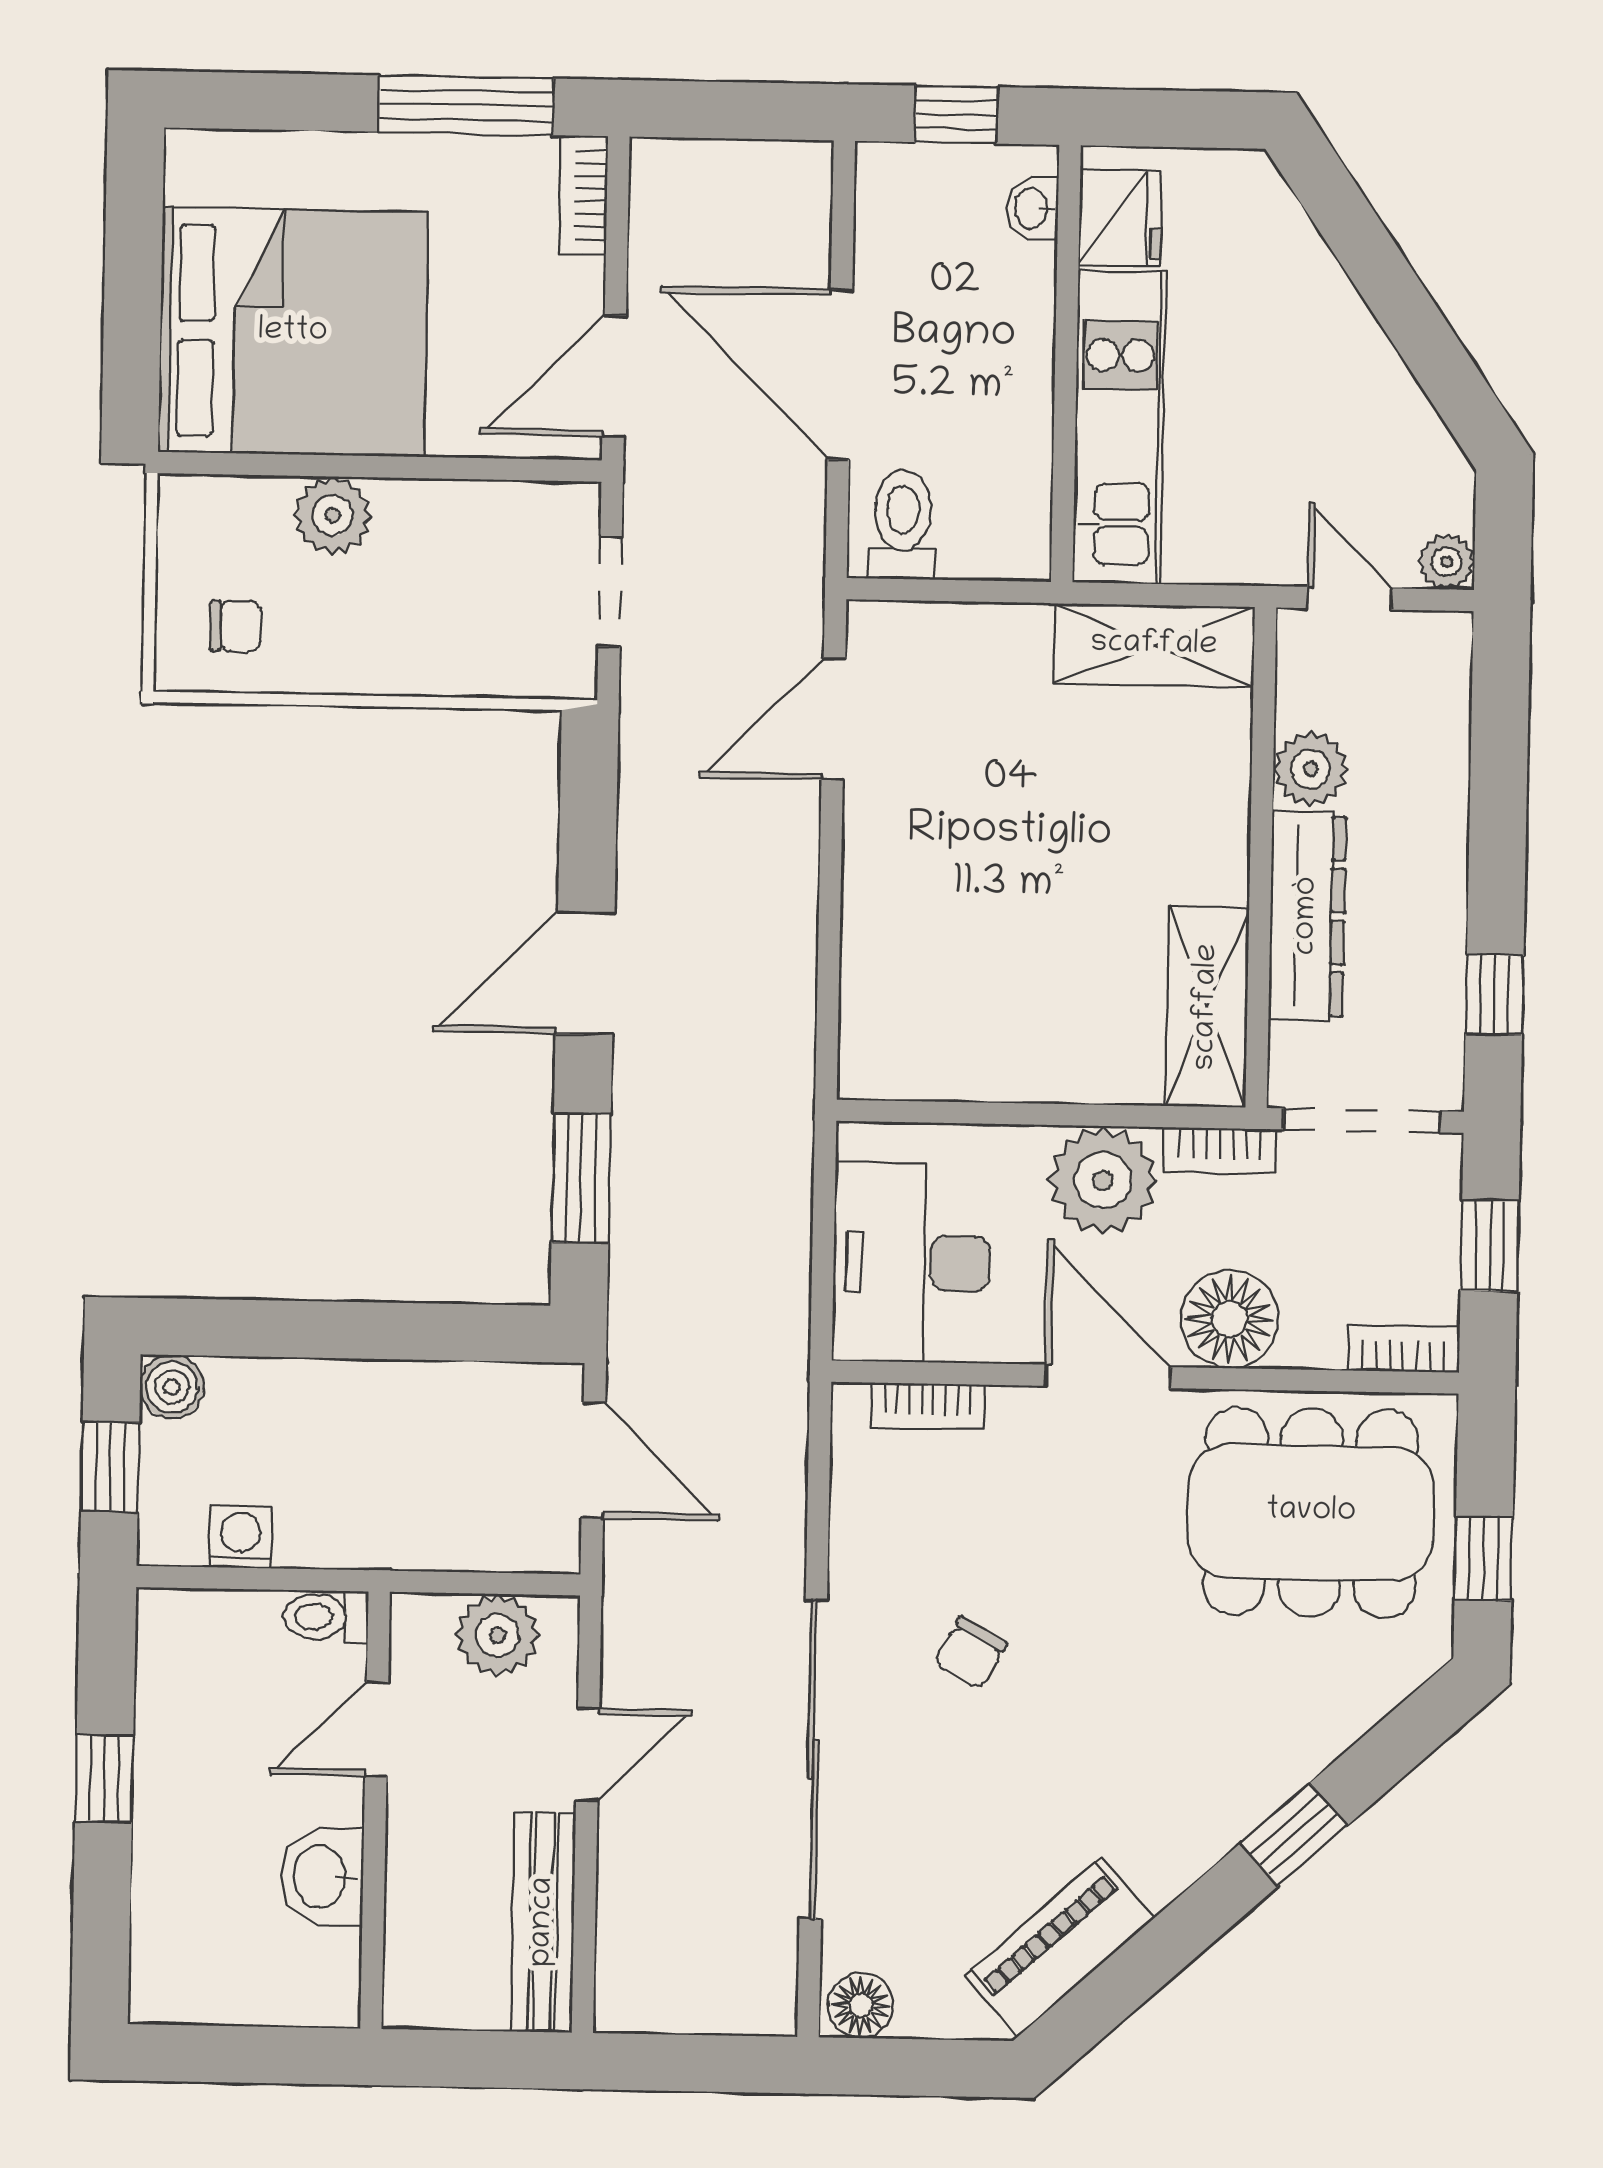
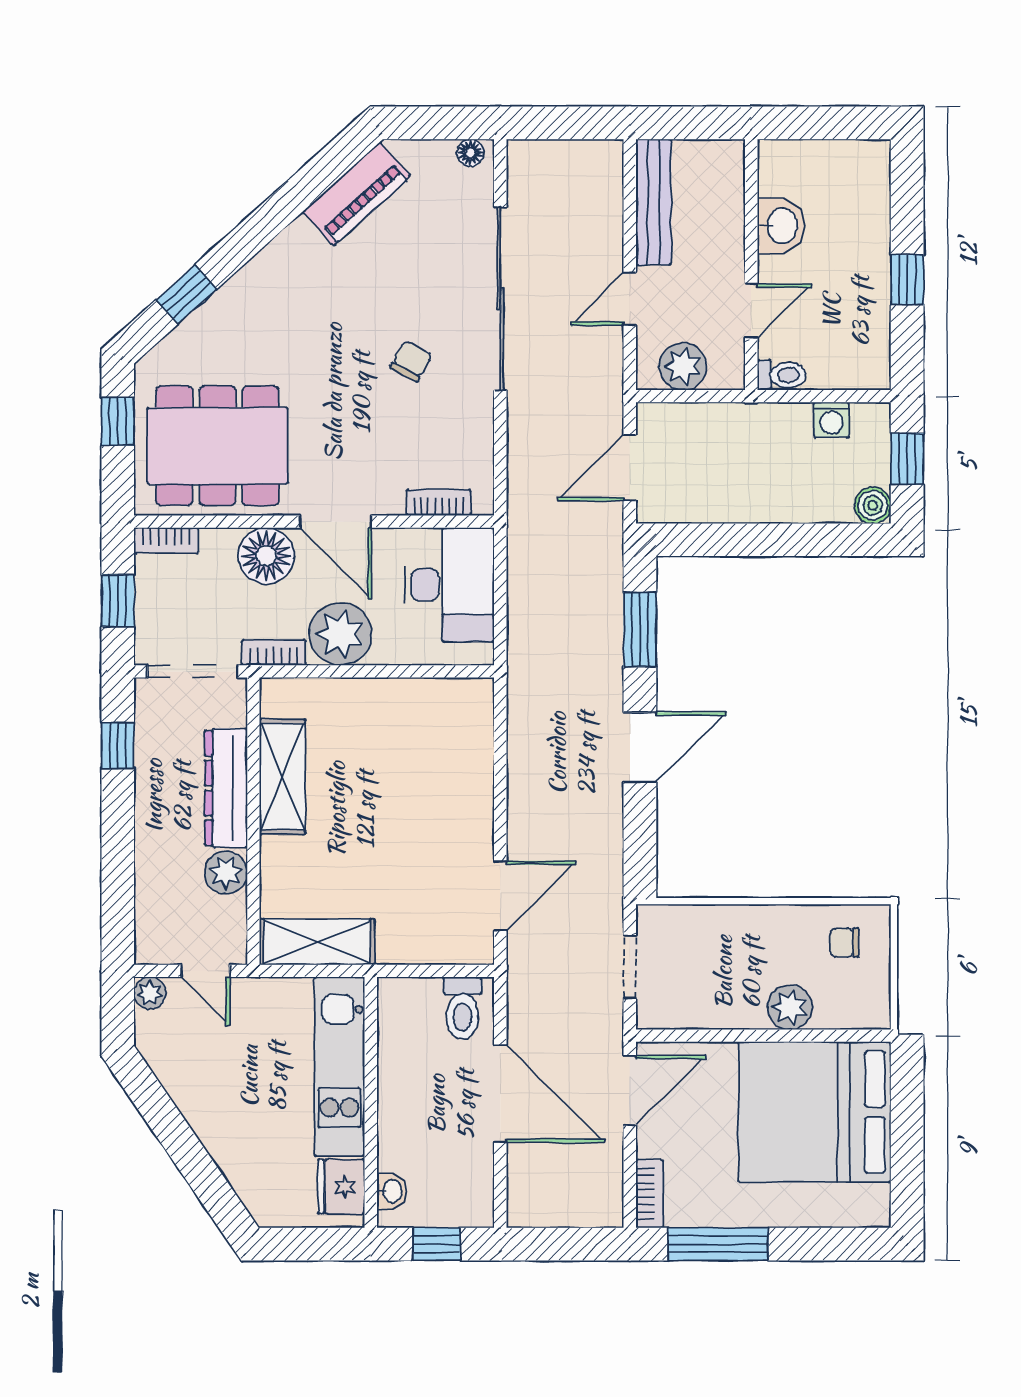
shelving: (1207, 1007) -> (282, 777), moved
door: (593, 1461) -> (630, 468), hinge flipped
window: (1294, 1834) -> (186, 295), moved
floor lamp: (861, 2006) -> (470, 153), width x0.73, depth x0.73

